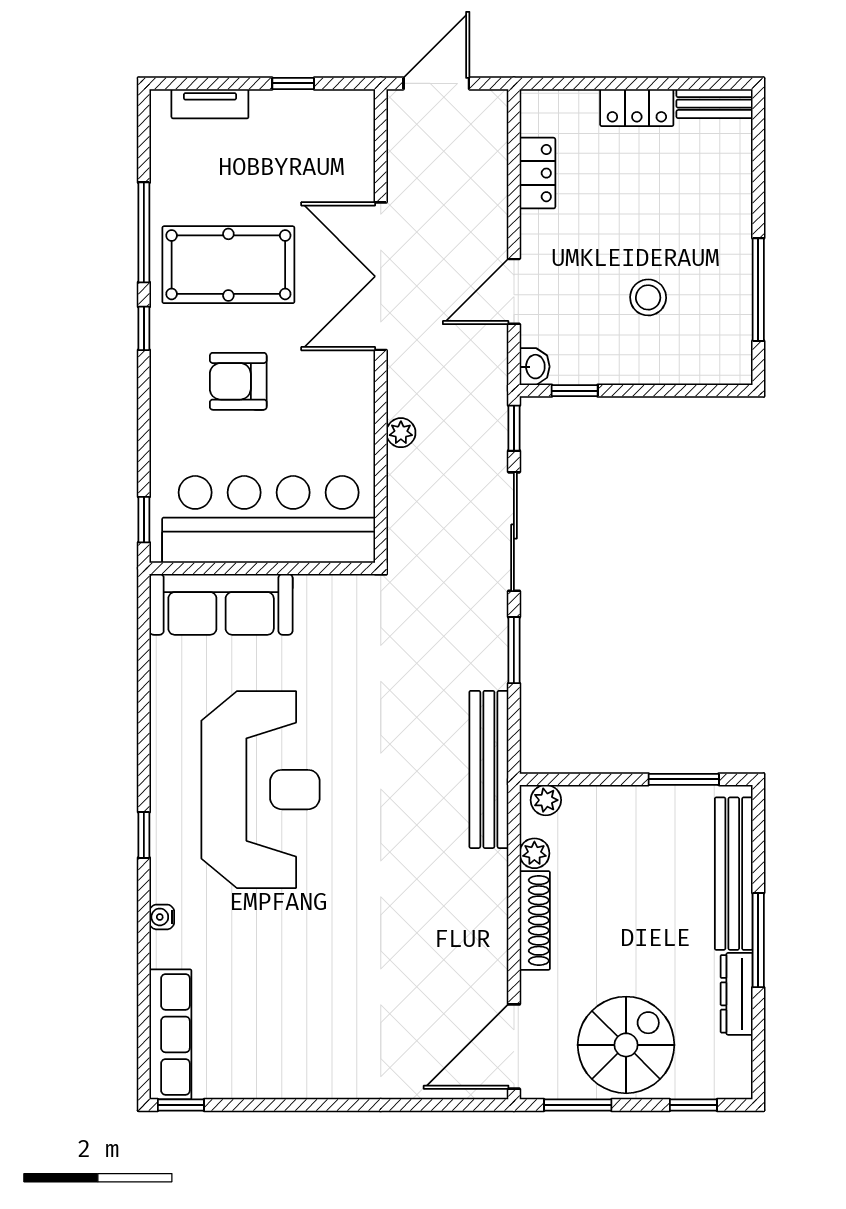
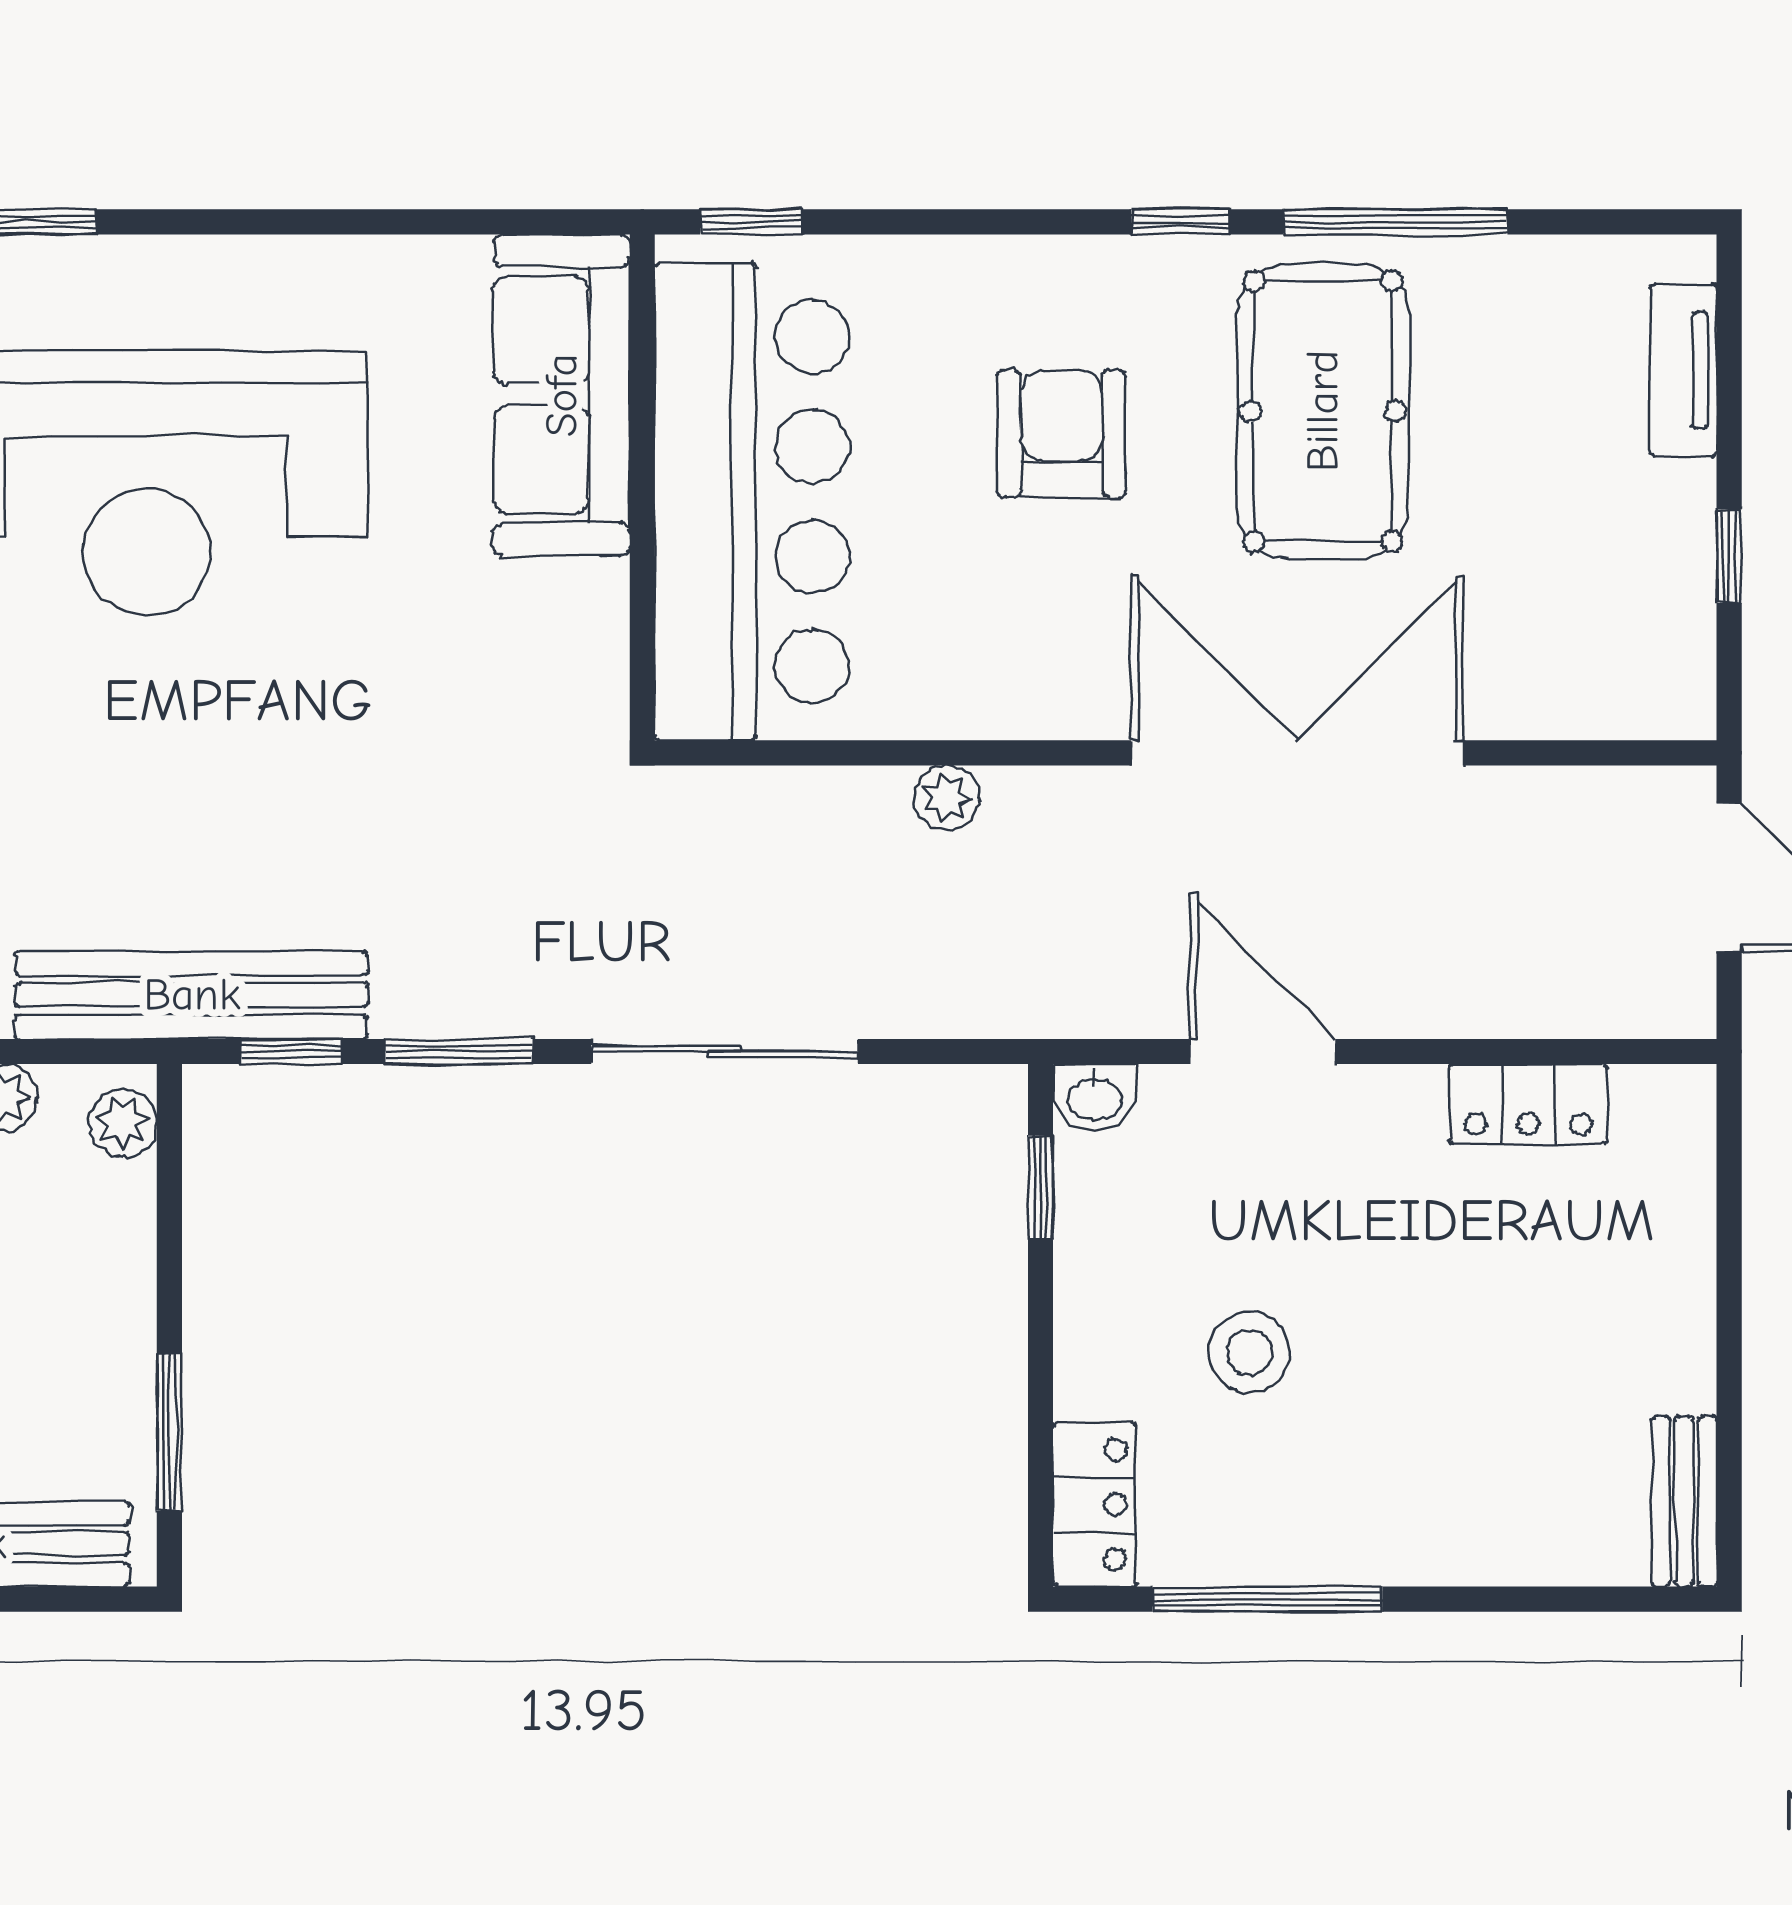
locker: (637, 108) -> (1095, 1504), moved, turned 180
window: (514, 428) -> (291, 1052), moved

